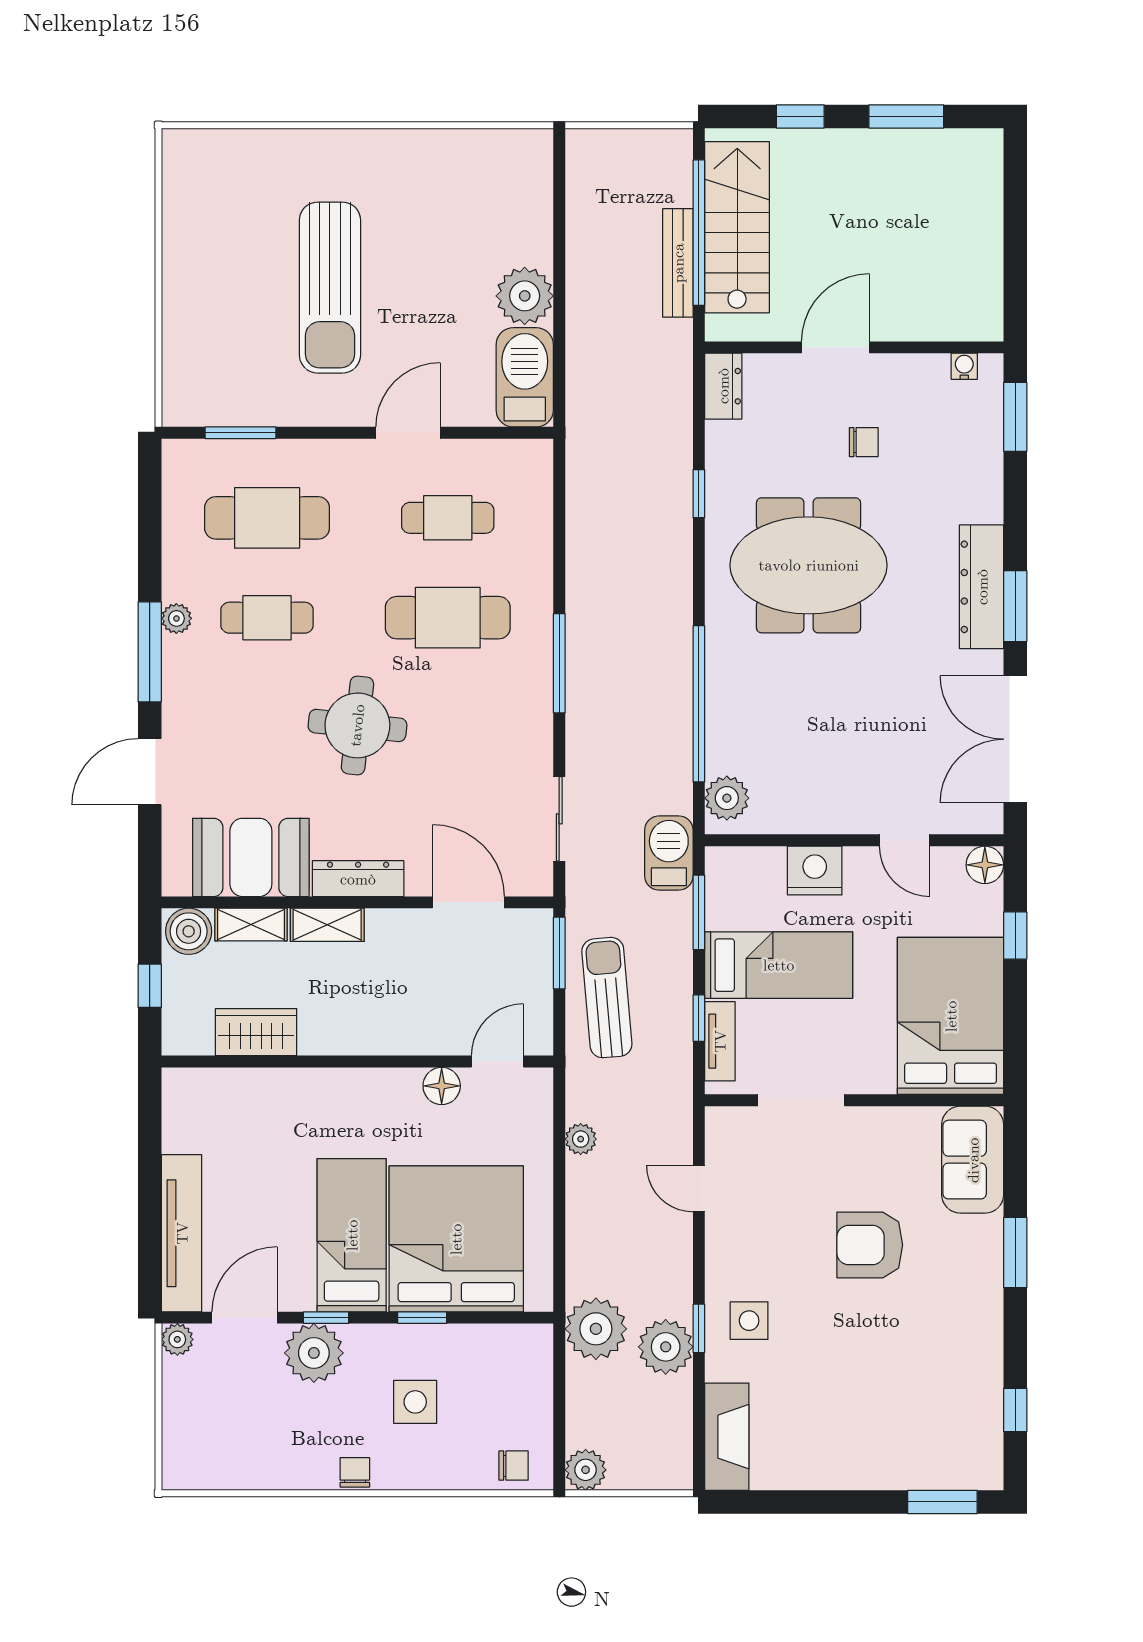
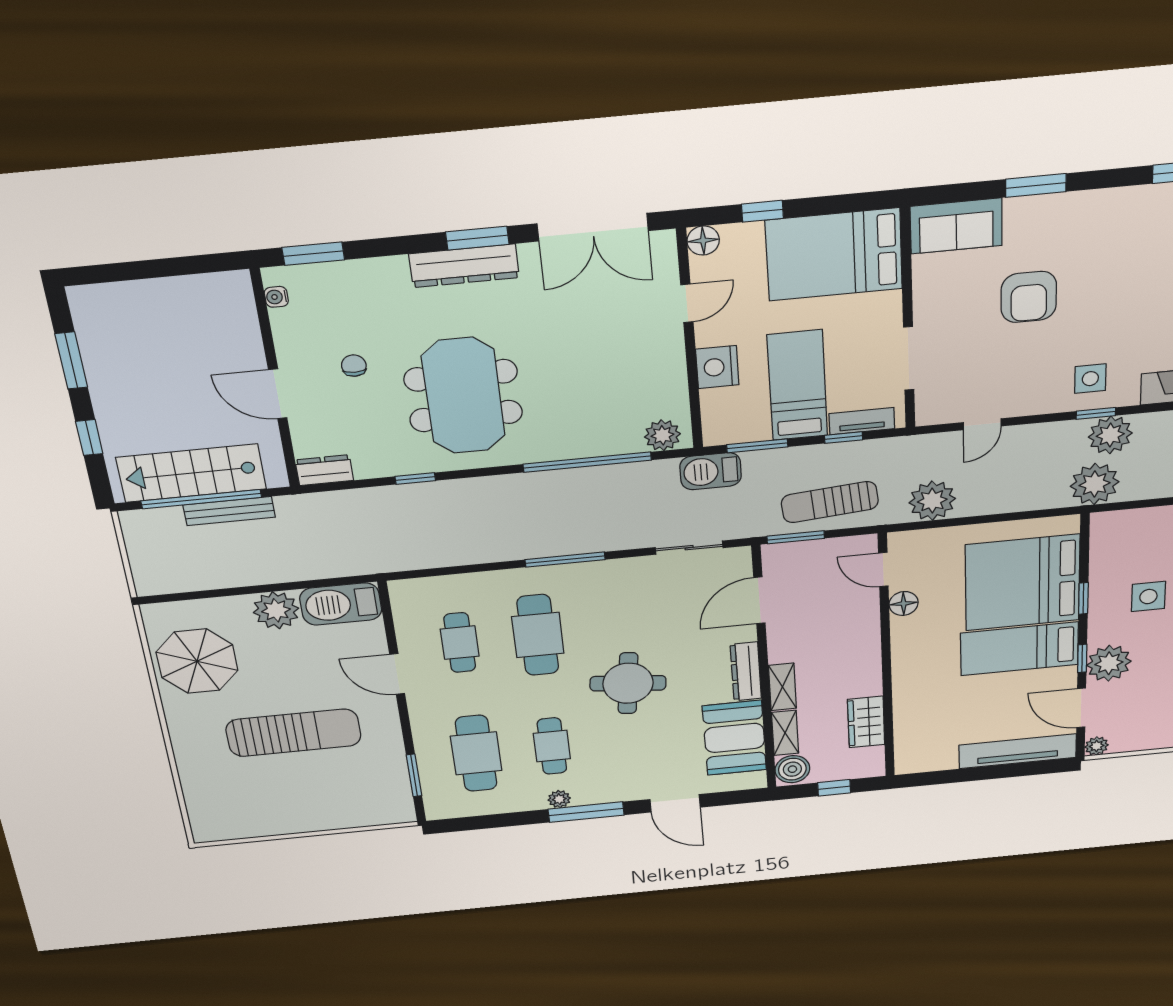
parasol: (458, 185) -> (197, 661), added
plant: (581, 1139) -> (932, 501), width x1.87, depth x1.87

